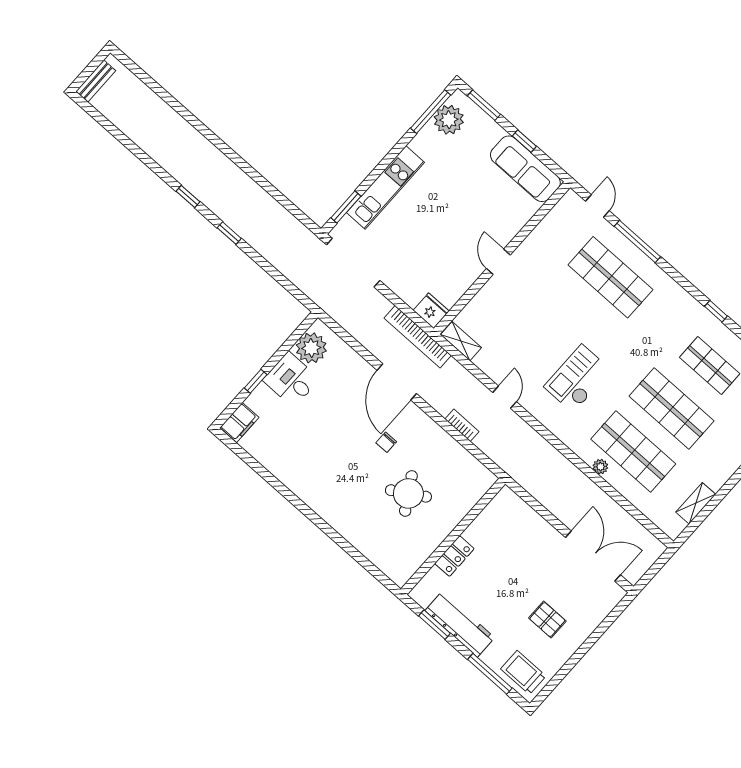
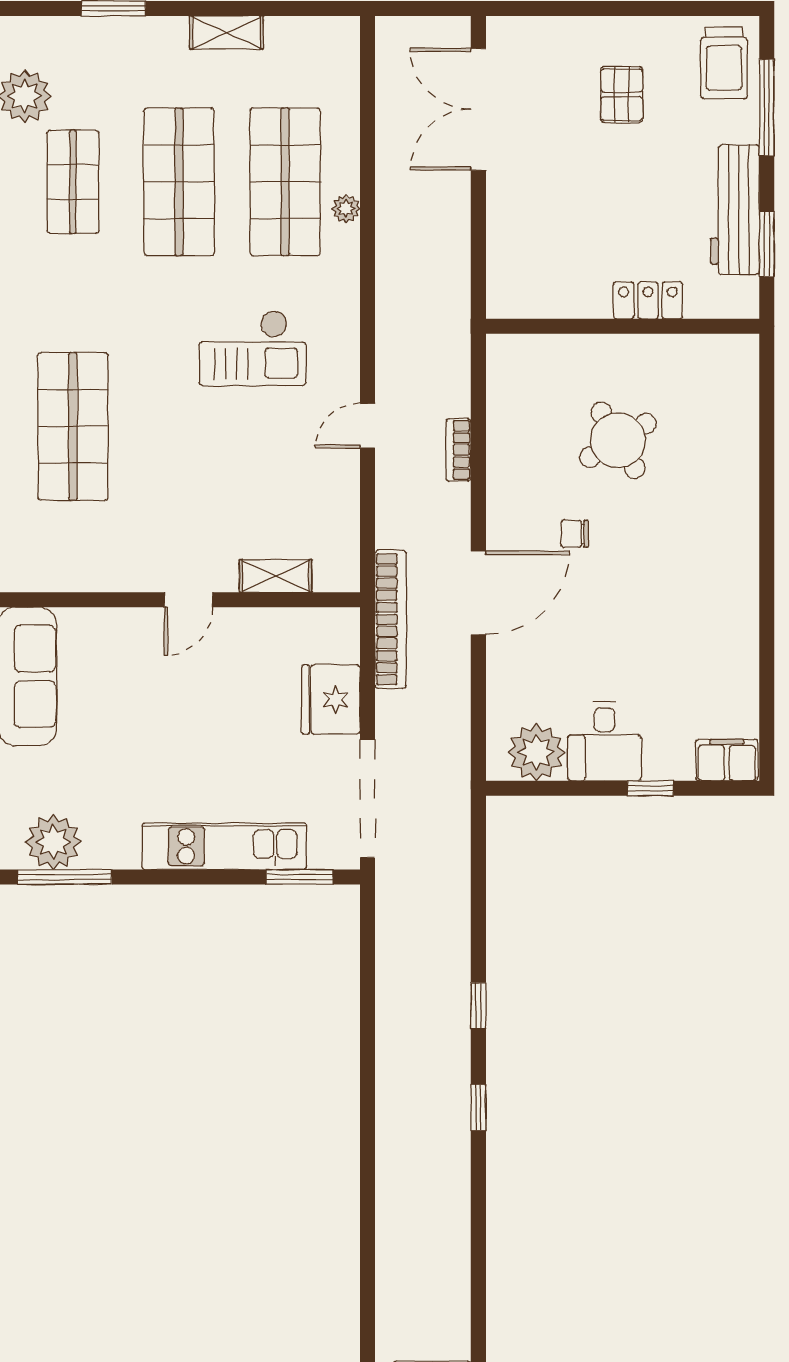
fridge: (431, 311) -> (331, 699), moved, width x1.36, depth x1.34
shelving: (461, 341) -> (276, 576), moved, turned 90
chair: (386, 442) -> (575, 534), turned 180
shelving: (696, 503) -> (226, 32), moved

